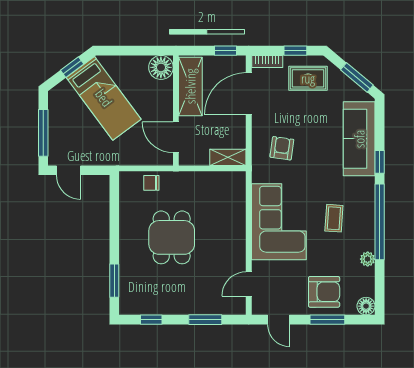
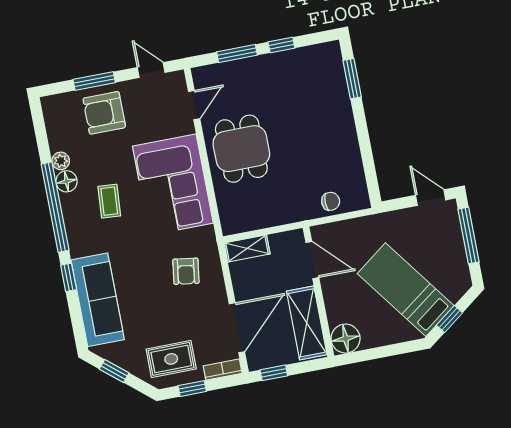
window: (357, 77) -> (114, 371), width x0.67
dining table: (172, 237) -> (241, 149), moved
floor lamp: (366, 306) -> (67, 181), moved
window: (151, 320) -> (281, 45), moved

